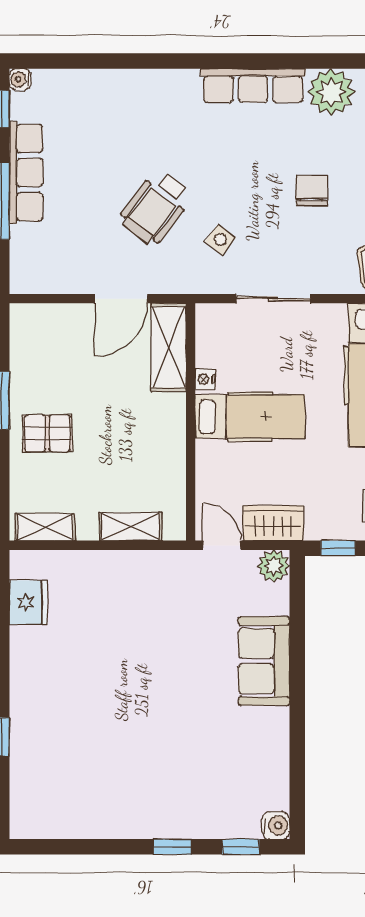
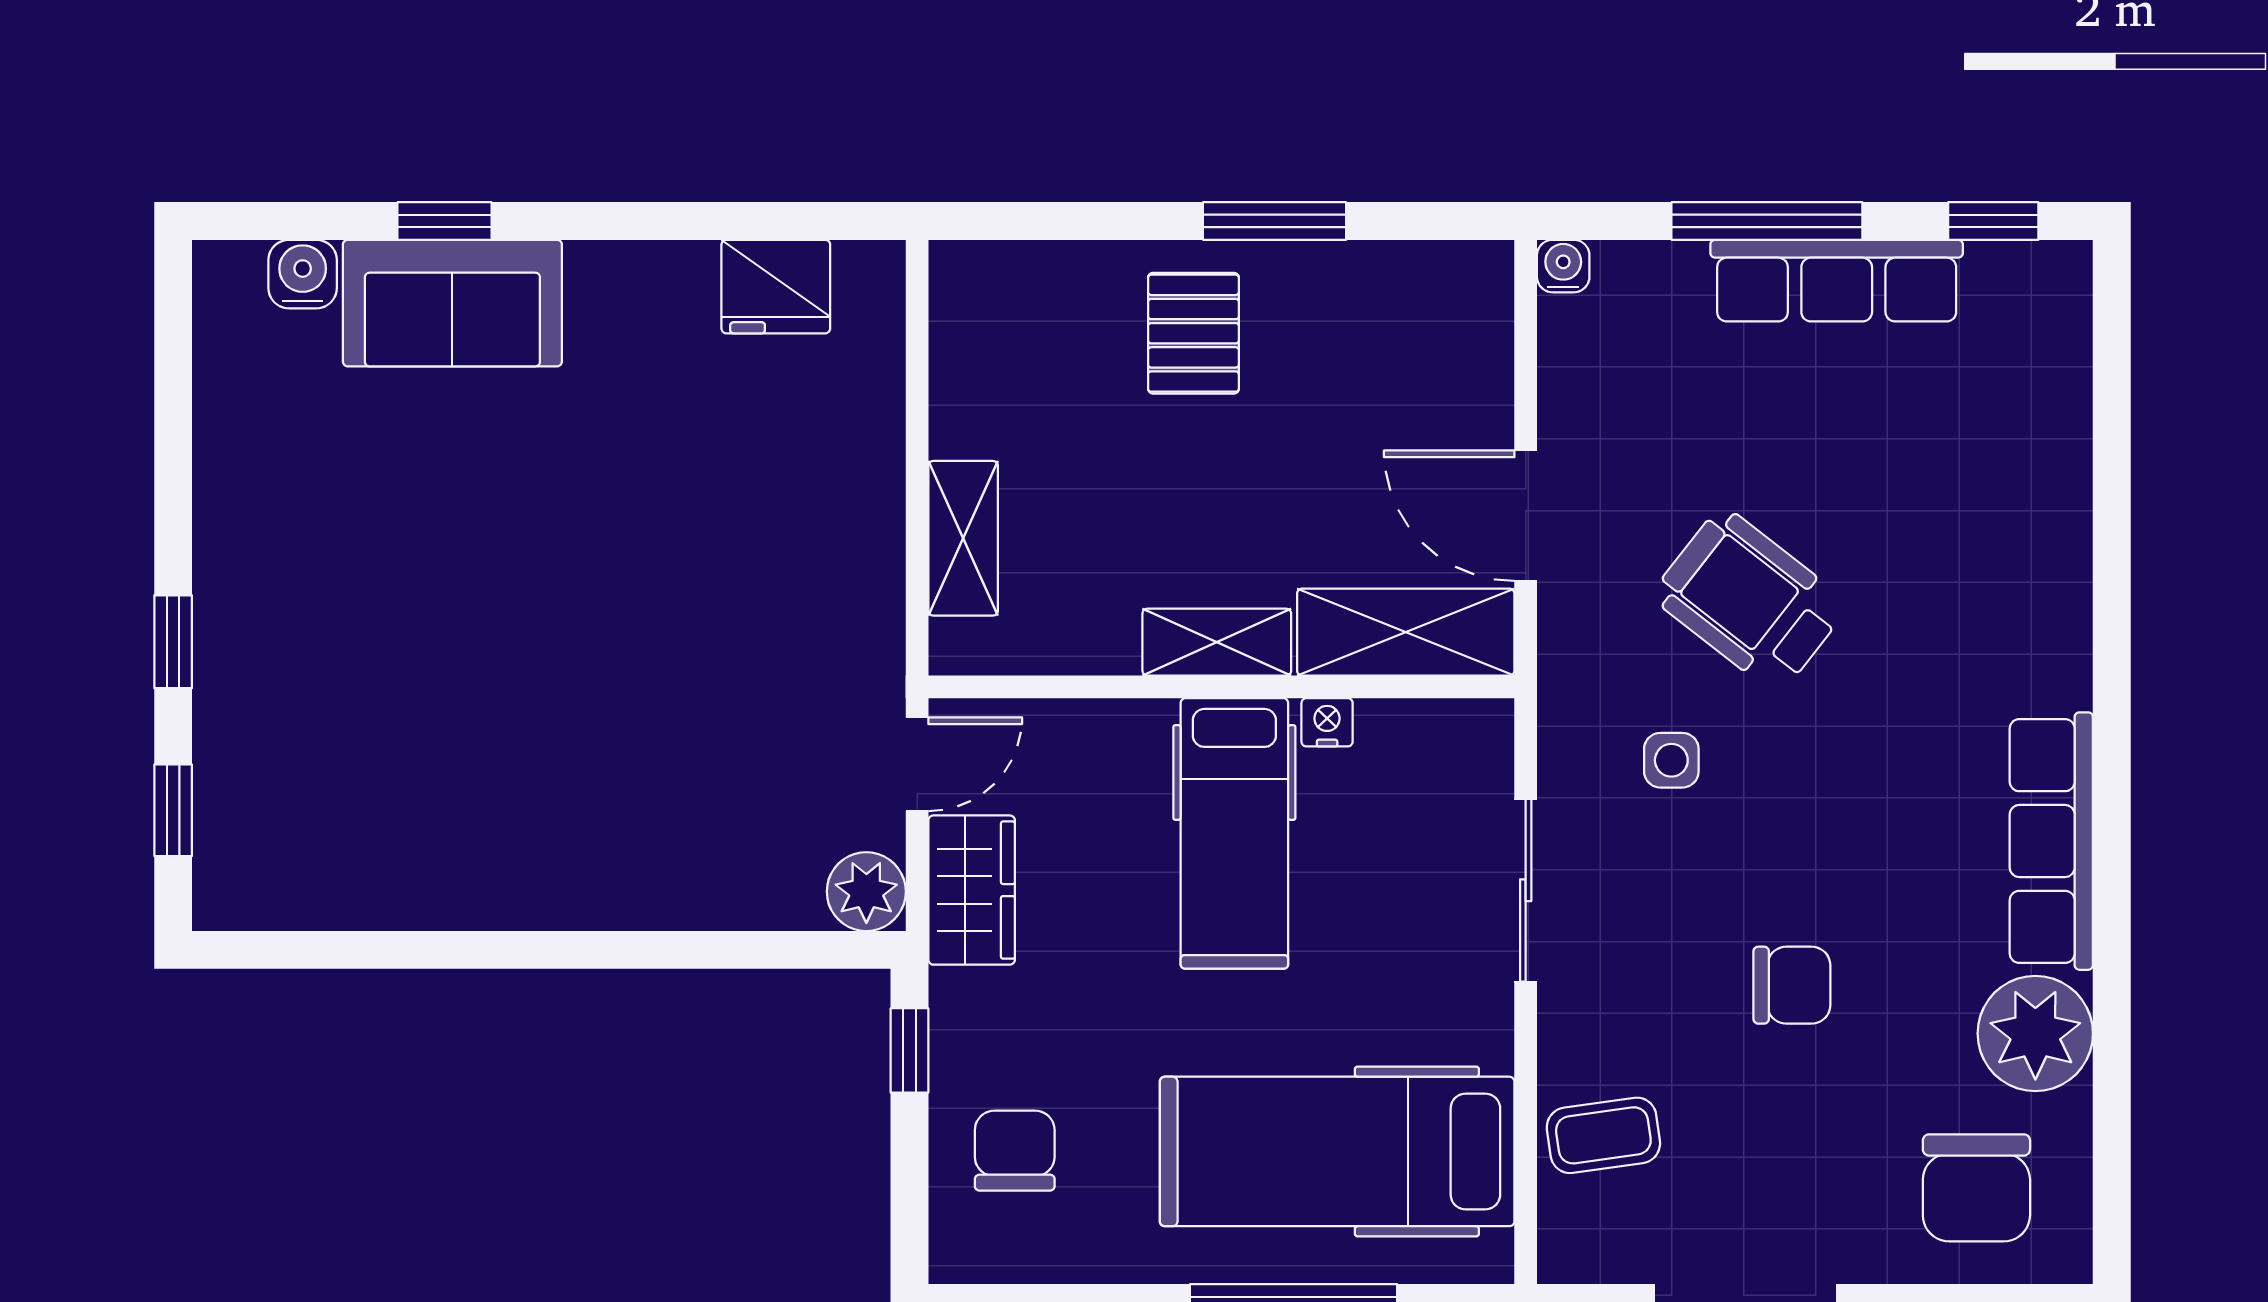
water cooler: (20, 79) -> (1563, 266), moved
side table: (220, 240) -> (1671, 760), turned -38
shelving: (45, 527) -> (1217, 642), moved, turned 90
sofa: (264, 661) -> (452, 303), moved, turned 180
water cooler: (276, 825) -> (303, 274), moved, turned 180

